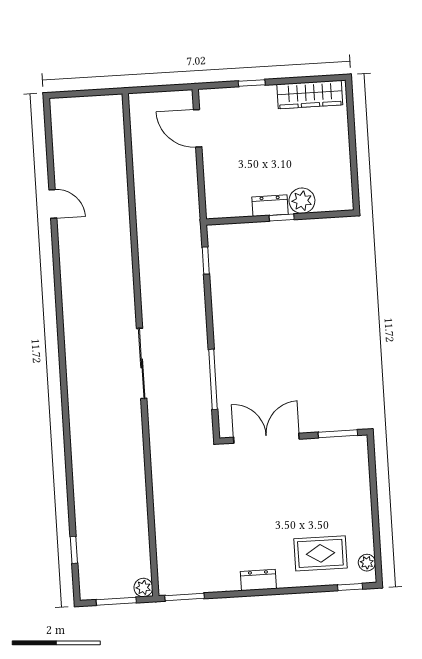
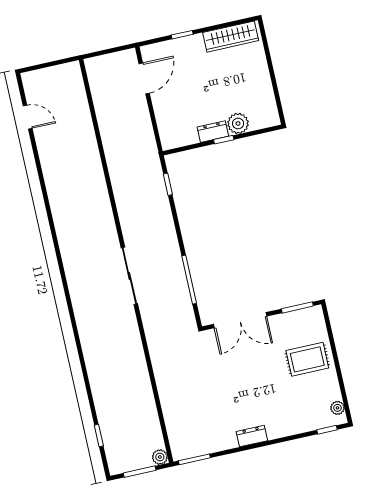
door: (198, 128) -> (144, 78), swing flipped
door: (53, 204) -> (28, 117), moved
double door: (266, 438) -> (240, 320), swing flipped
rug: (320, 553) -> (307, 359), moved

